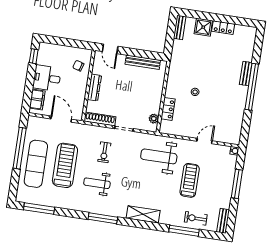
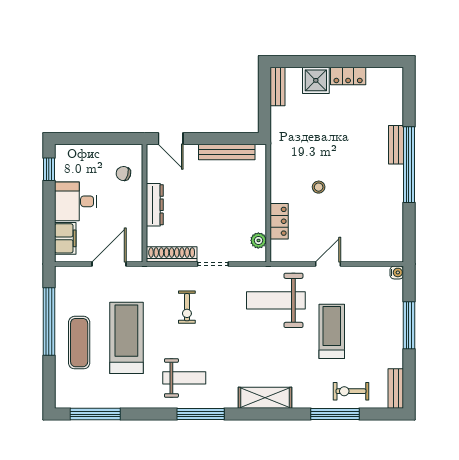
door: (61, 119) -> (109, 264), hinge flipped
door: (205, 141) -> (328, 264), moved
exercise mat: (36, 164) -> (79, 343), width x0.73, depth x0.69
weight bench: (97, 183) -> (184, 378), moved, turned 180

